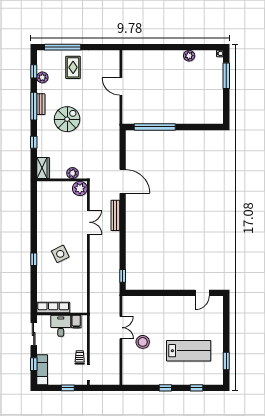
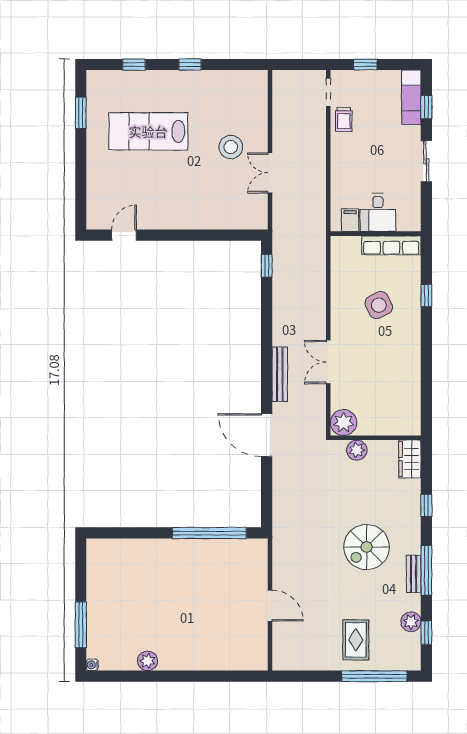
row of seats: (53, 307) -> (391, 245), moved
wall: (62, 314) -> (376, 234), moved
filing cabinet: (76, 322) -> (350, 220), moved
desk: (61, 326) -> (378, 212), moved

